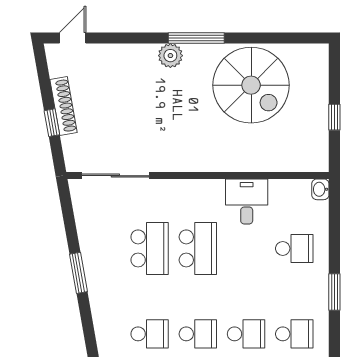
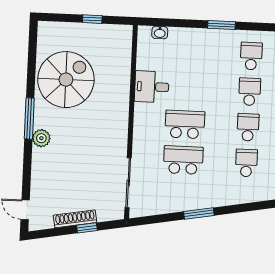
washbasin: (320, 189) -> (160, 33), moved
school desk: (294, 248) -> (188, 53), removed

